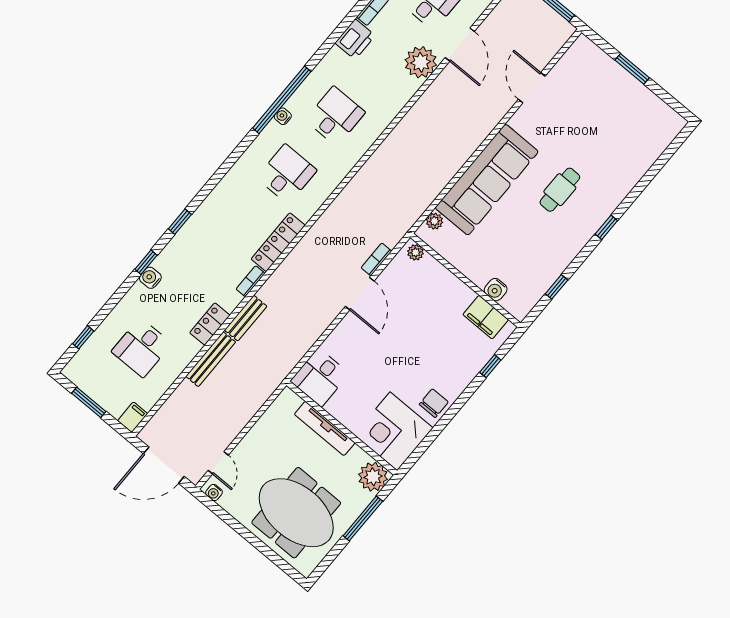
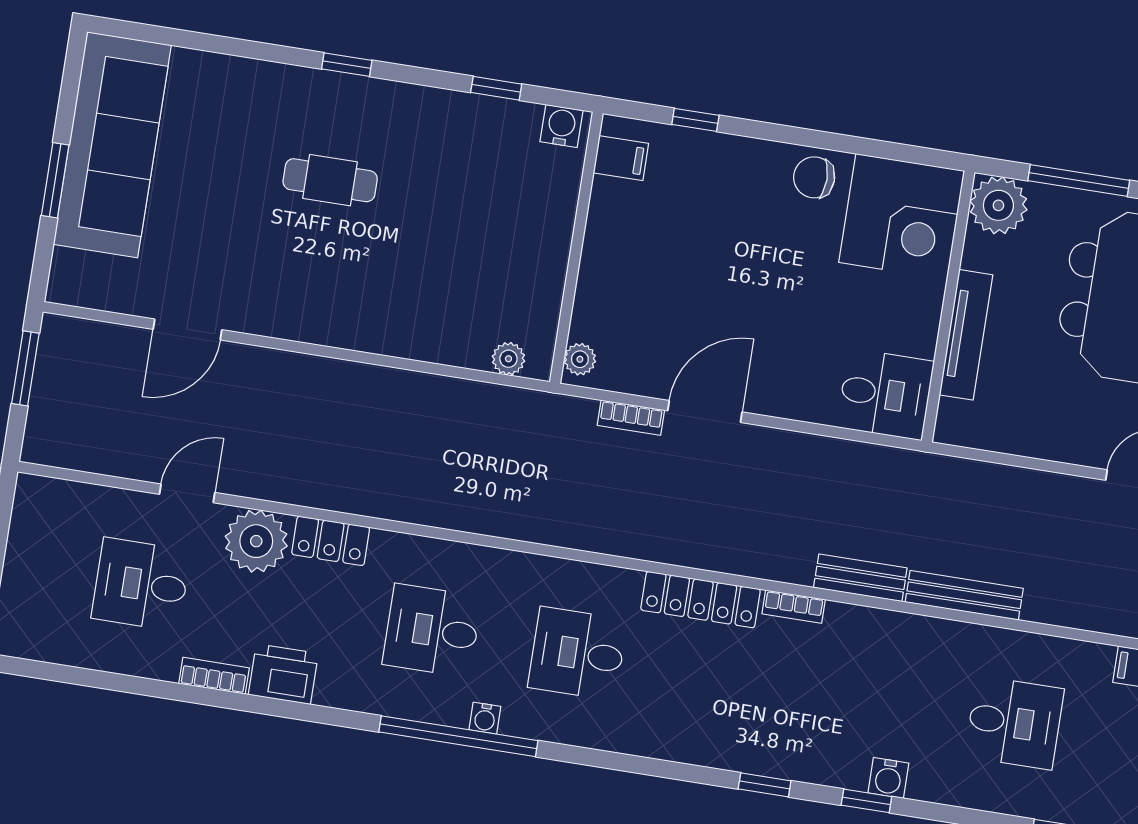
door: (460, 45) -> (187, 493), width x0.73
sofa: (487, 180) -> (112, 145), moved, turned 90
water cooler: (496, 290) -> (561, 126), moved, turned -90
filing cabinet: (486, 317) -> (621, 158), width x0.50
locker: (210, 324) -> (331, 541), moved

